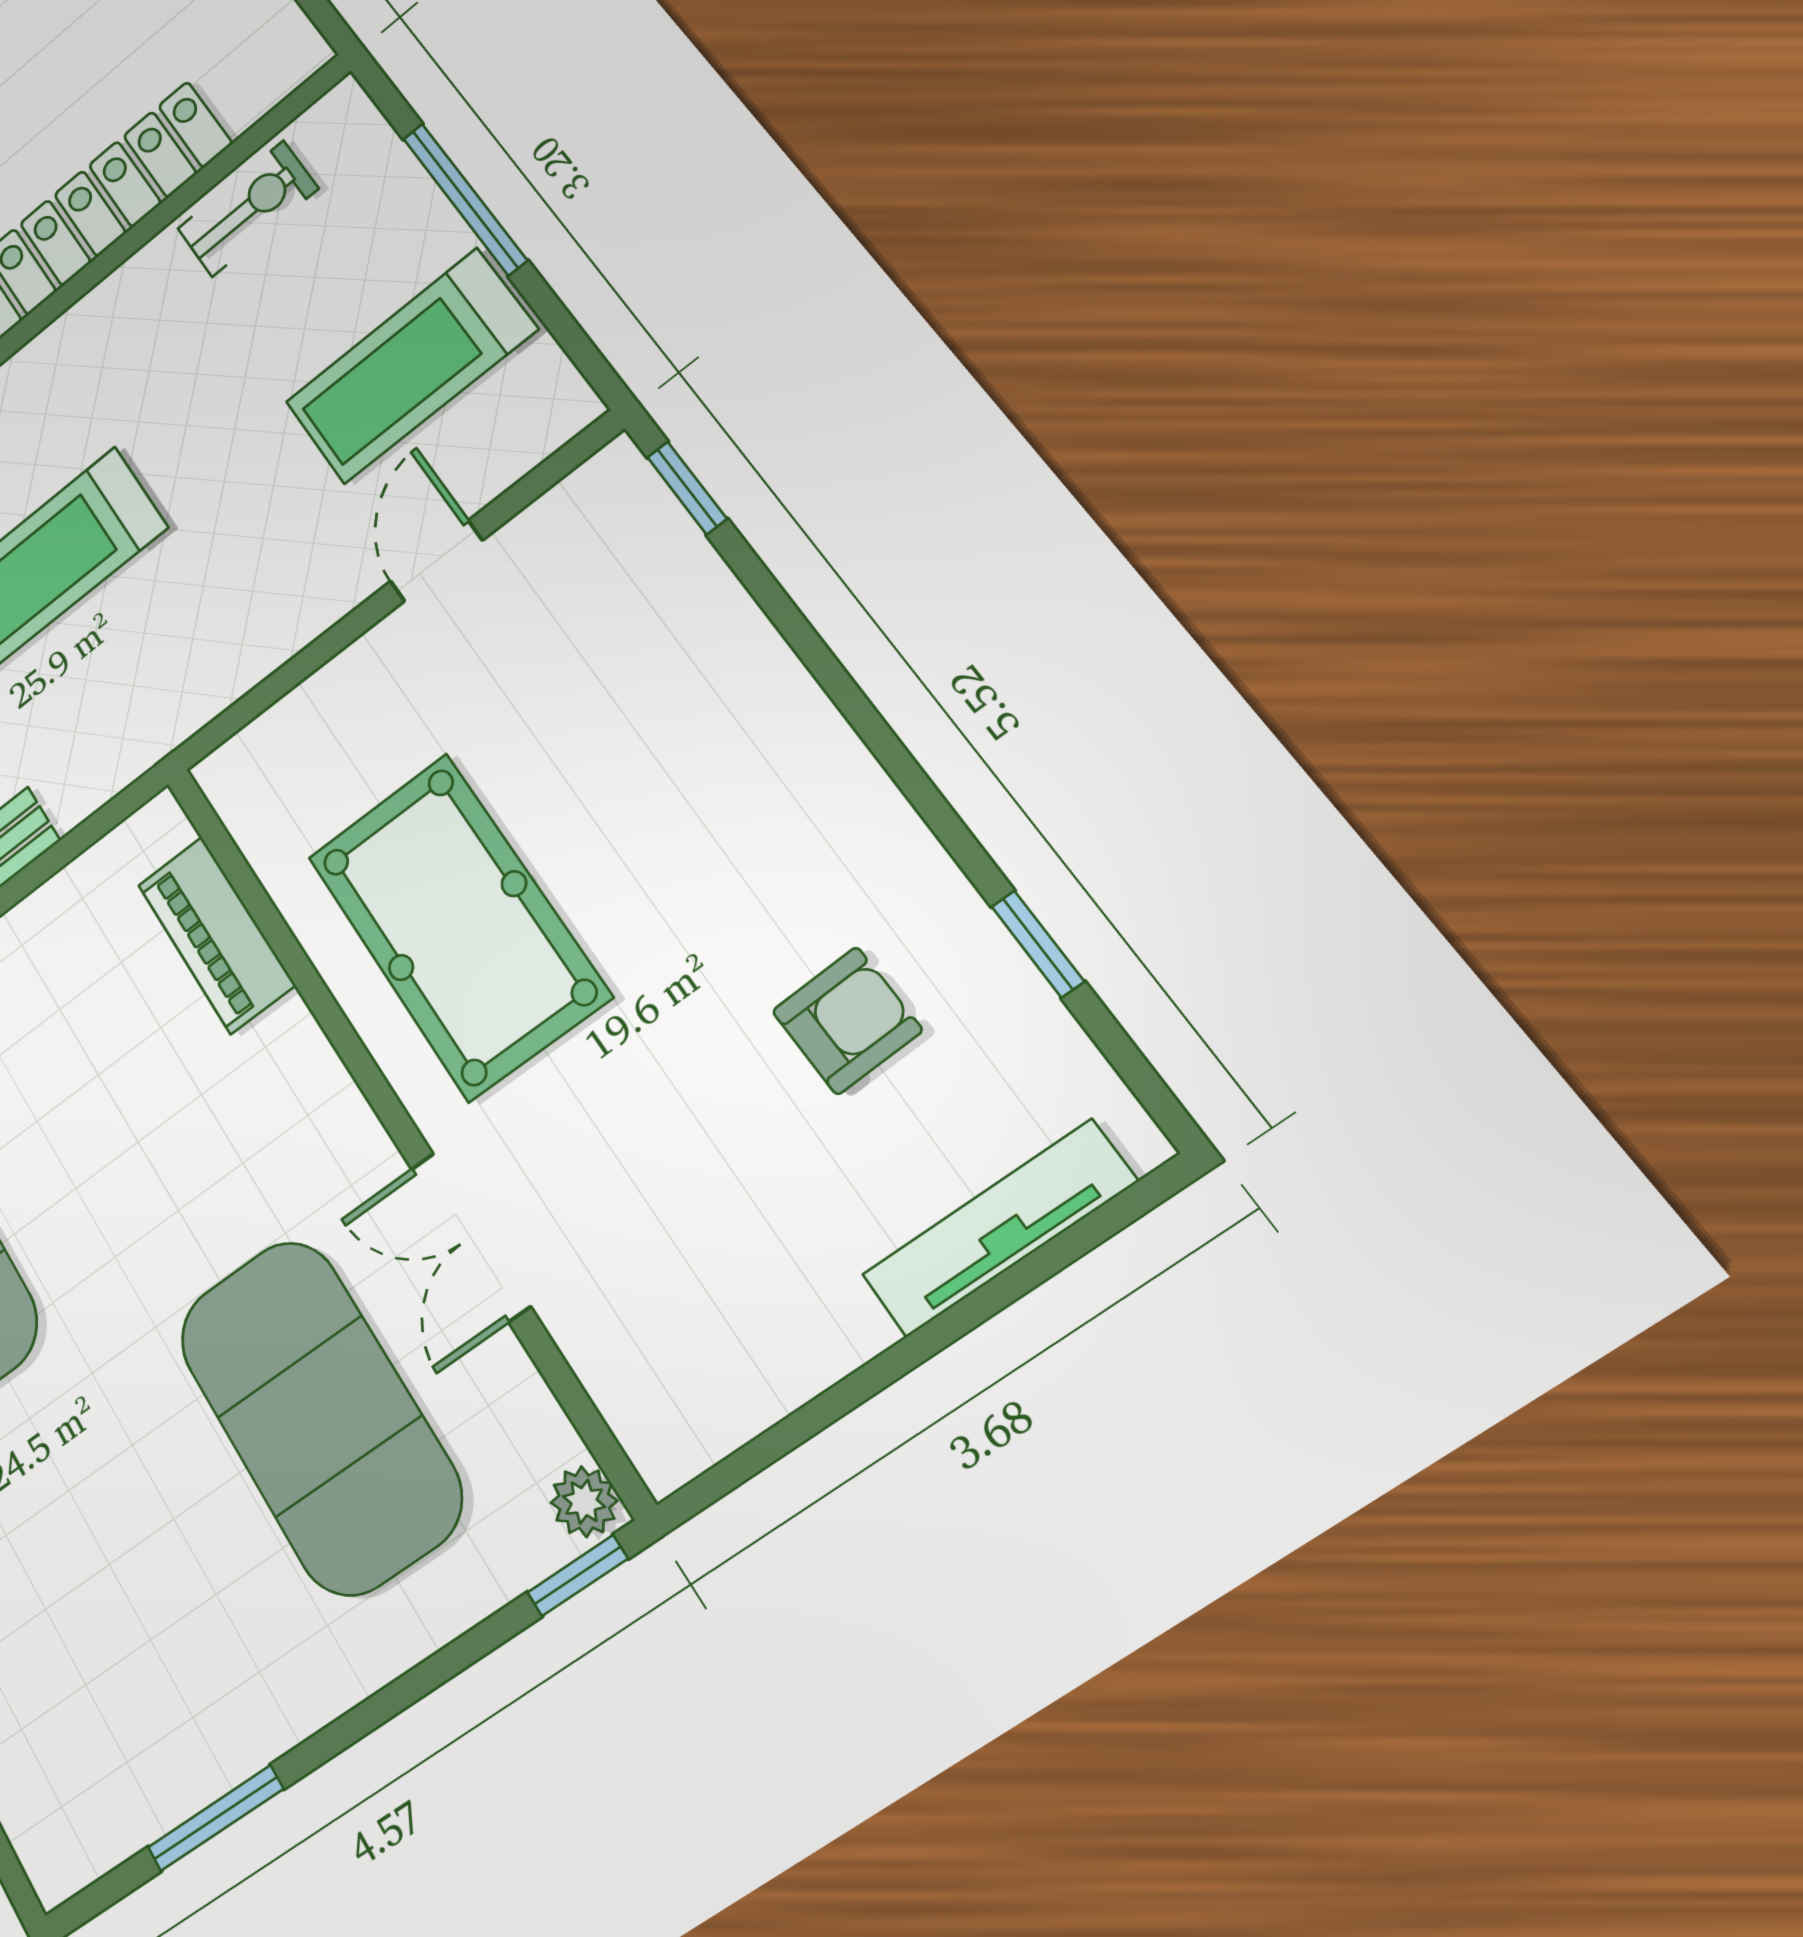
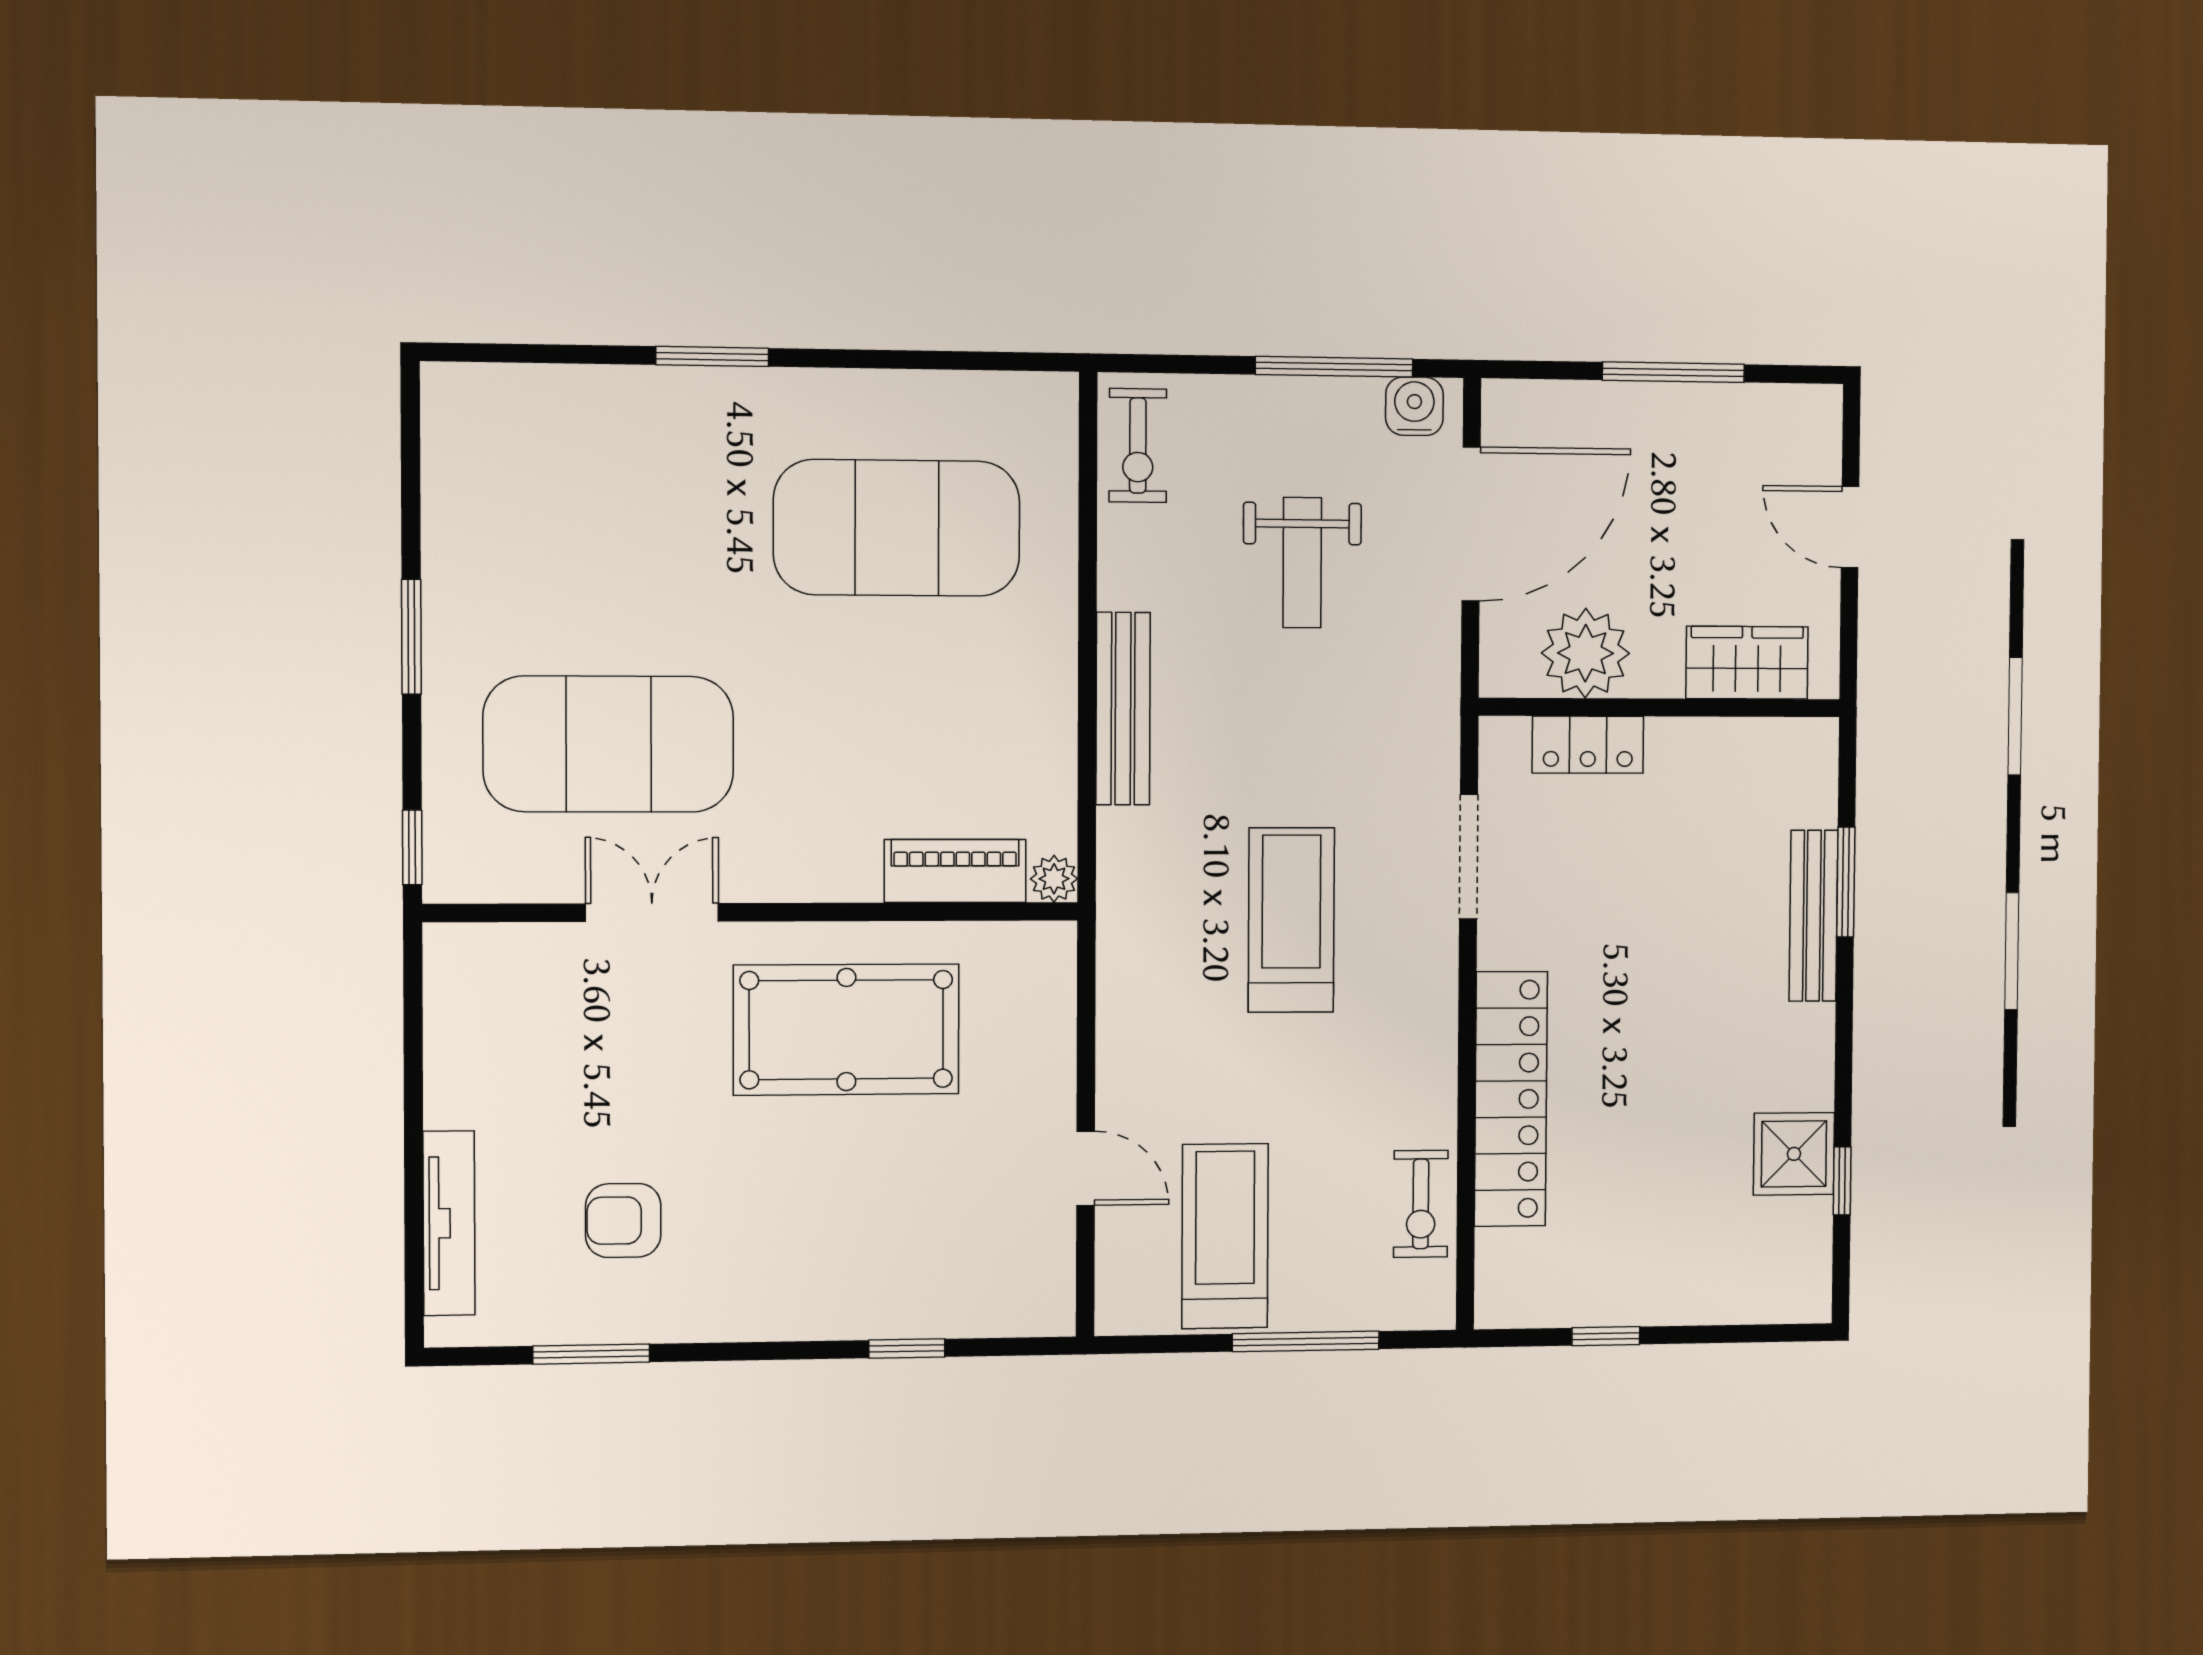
window: (687, 488) -> (907, 1348), moved
window: (1038, 944) -> (591, 1354), width x1.50
armchair: (847, 1021) -> (623, 1220), turned 92
plant: (584, 1502) -> (1054, 879), moved
window: (215, 1818) -> (411, 637), moved

